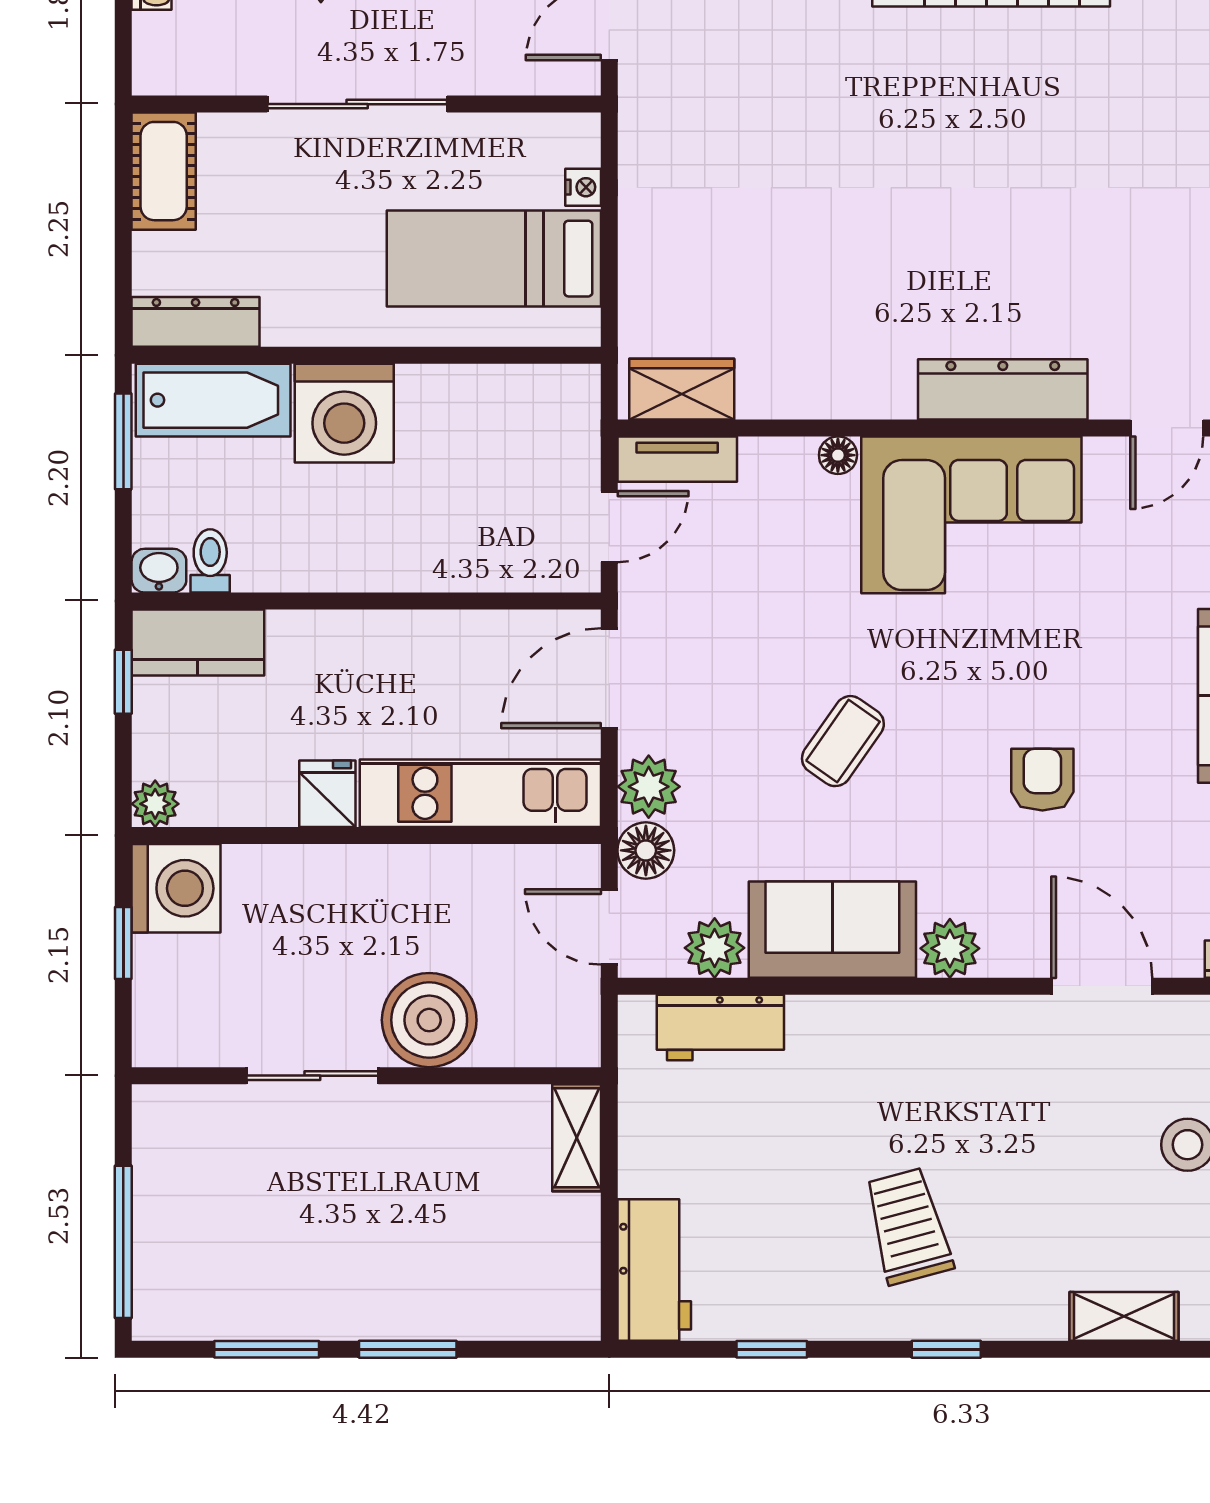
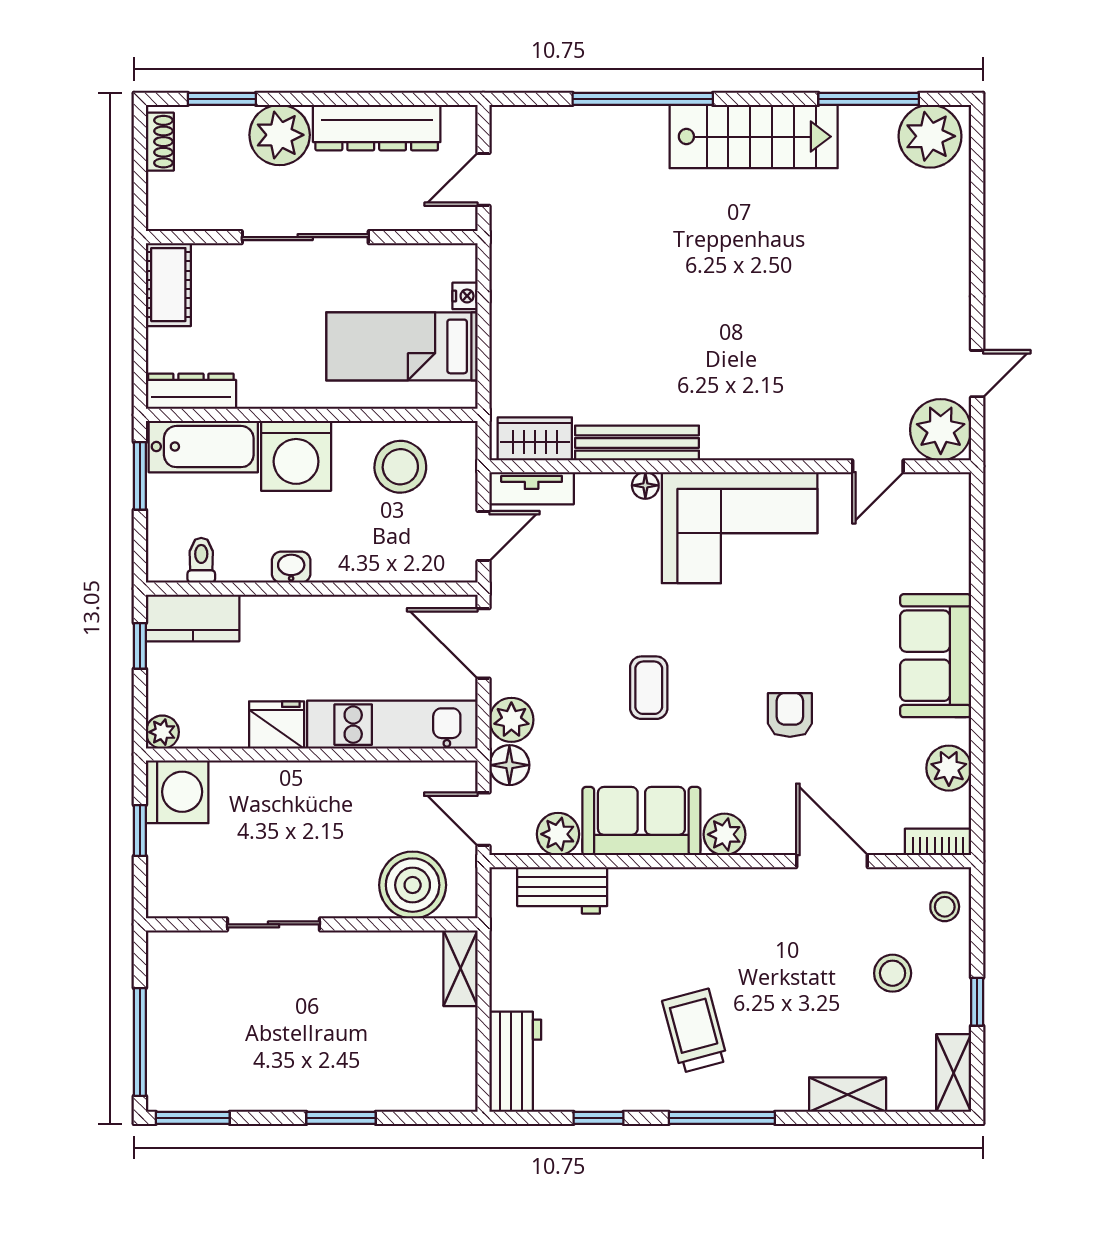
dresser: (1003, 389) -> (762, 439), removed
bench: (826, 395) -> (637, 443), added
stool: (492, 429) -> (400, 467), added
washbasin: (159, 571) -> (291, 567), moved
door: (609, 678) -> (483, 643), hinge flipped
coffee table: (843, 741) -> (649, 688), turned -35
fridge: (327, 794) -> (277, 725), width x1.38
boiler: (429, 1020) -> (413, 885), moved
window: (267, 1349) -> (193, 1118), moved
window: (946, 1349) -> (722, 1118), width x2.17

